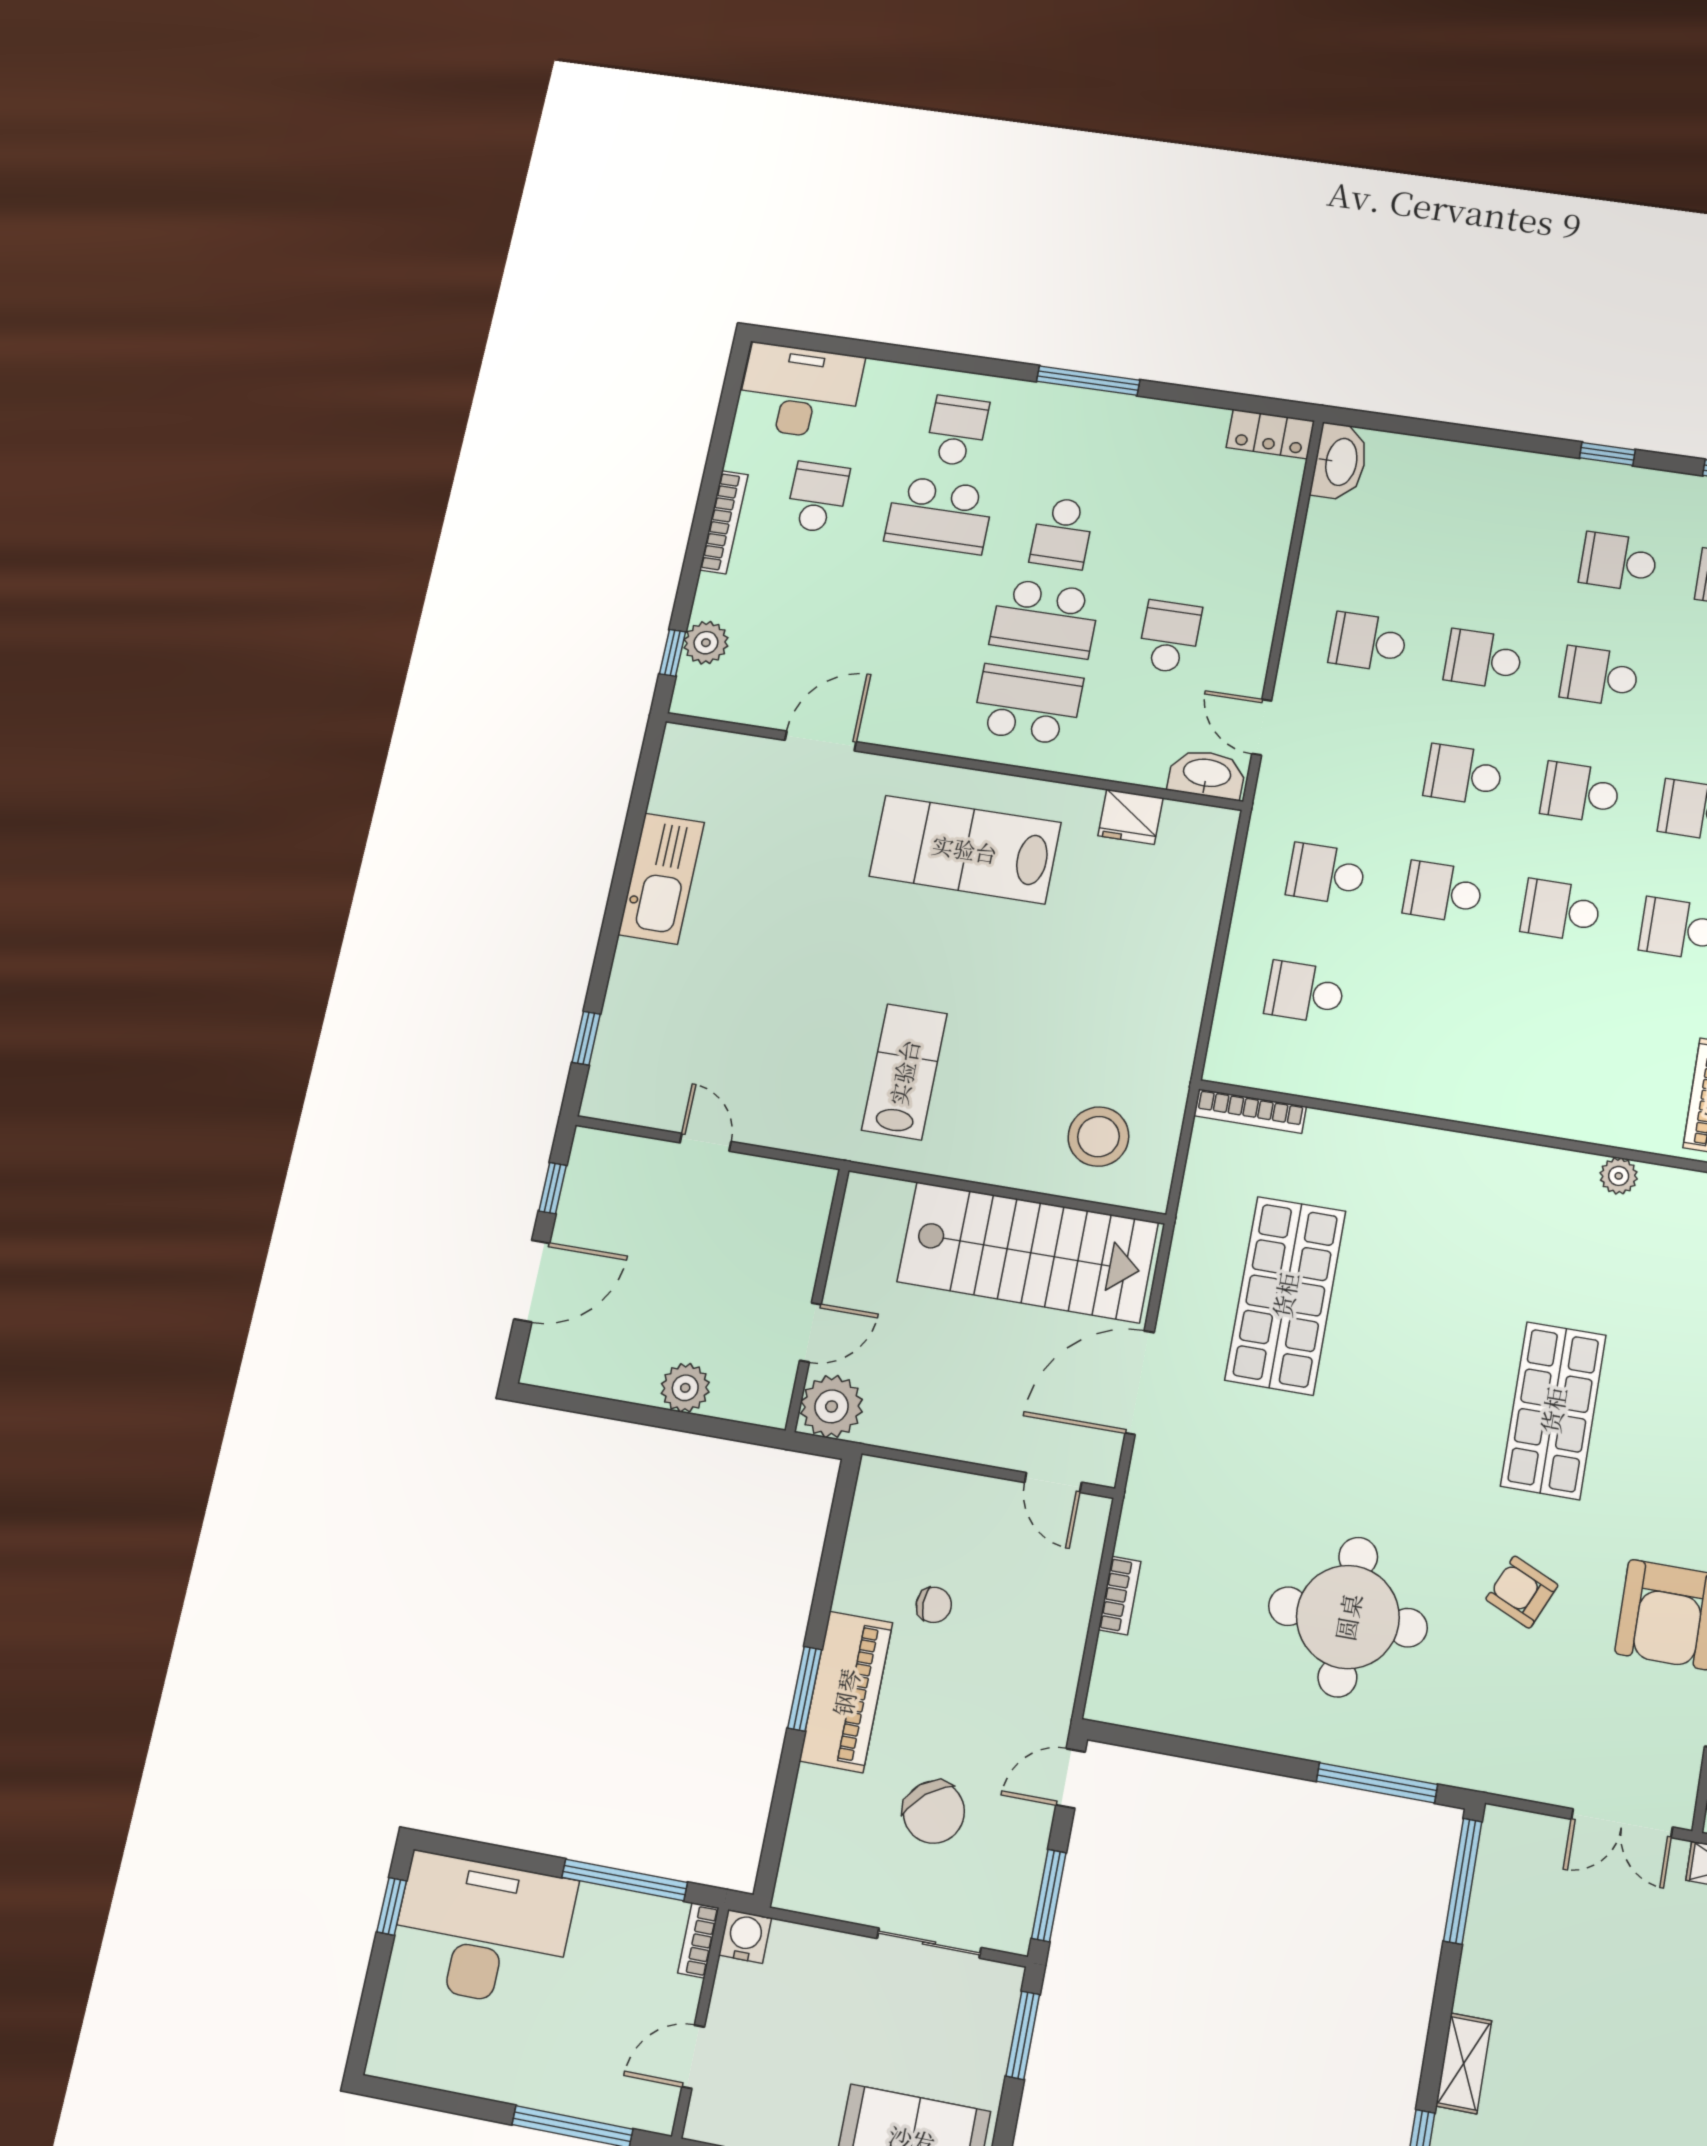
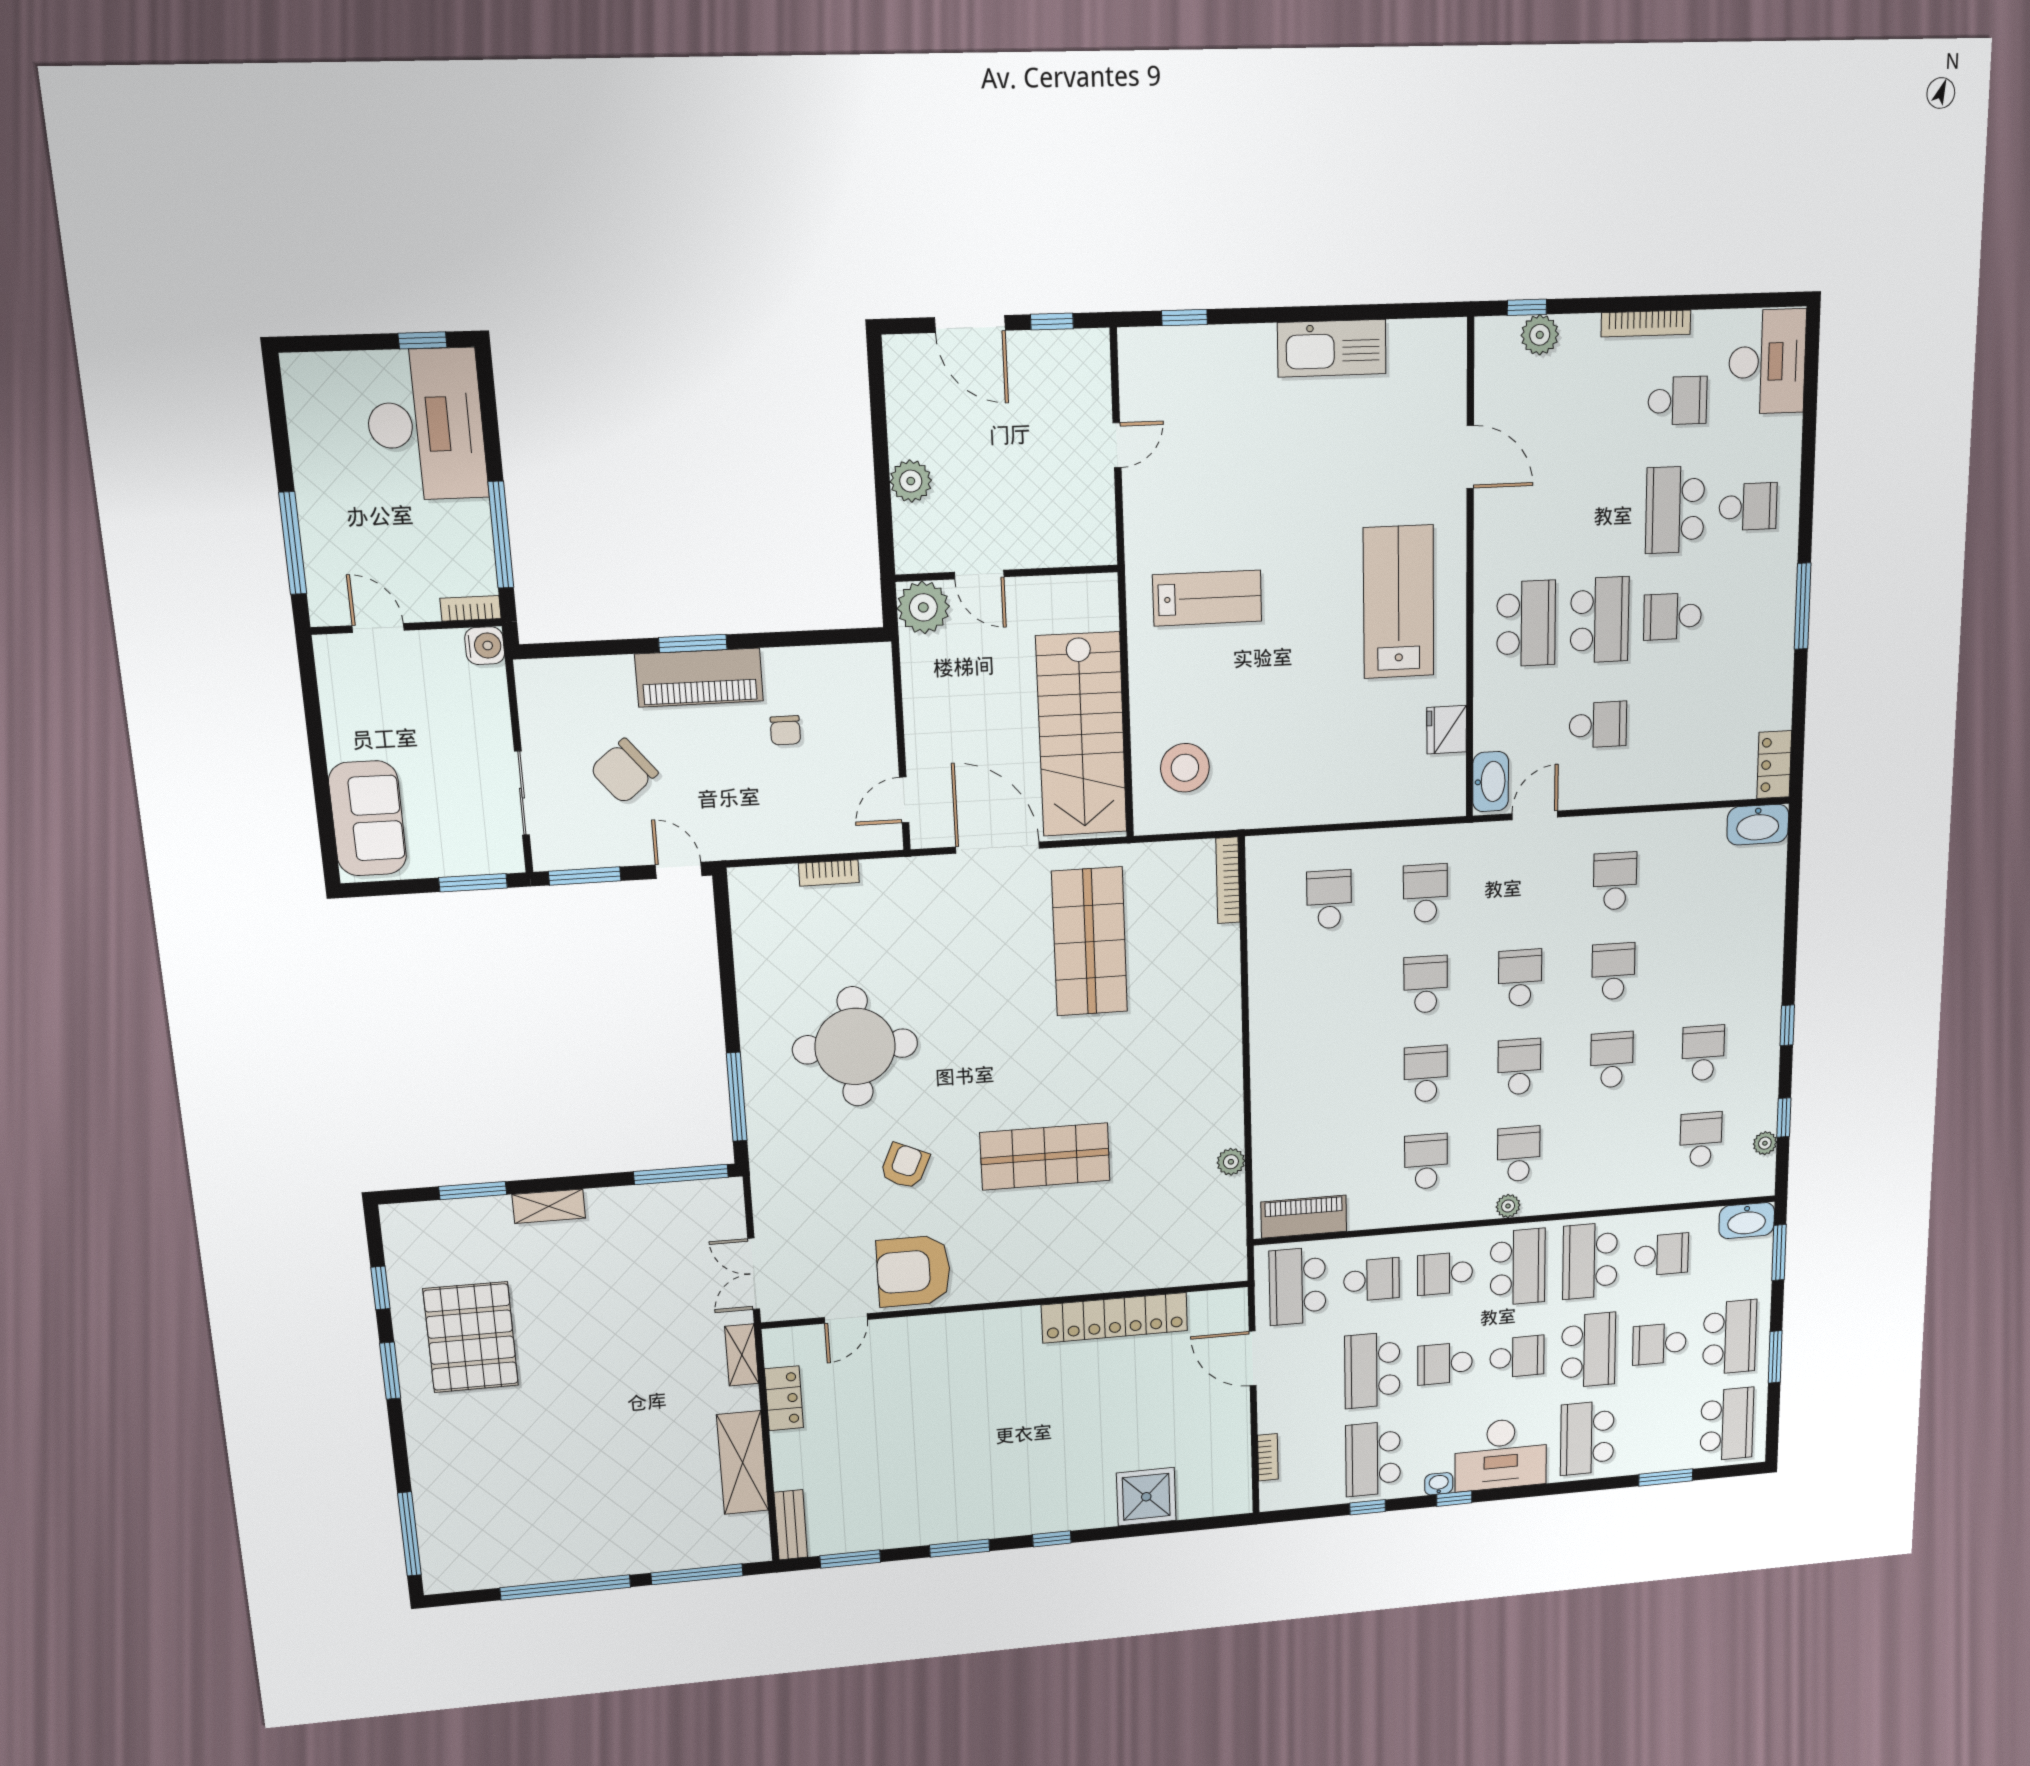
school desk: (1045, 618) -> (1600, 620), turned 180
shop shelf: (1285, 1295) -> (1090, 942), turned 90

